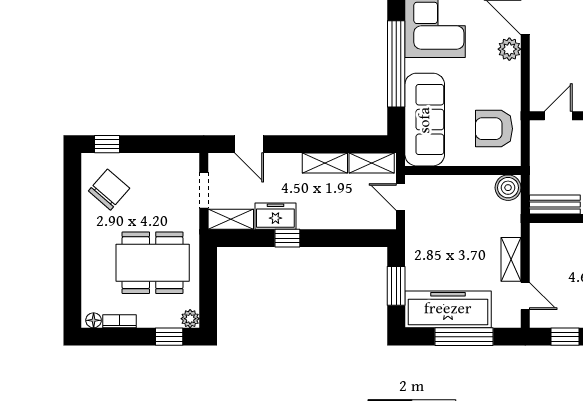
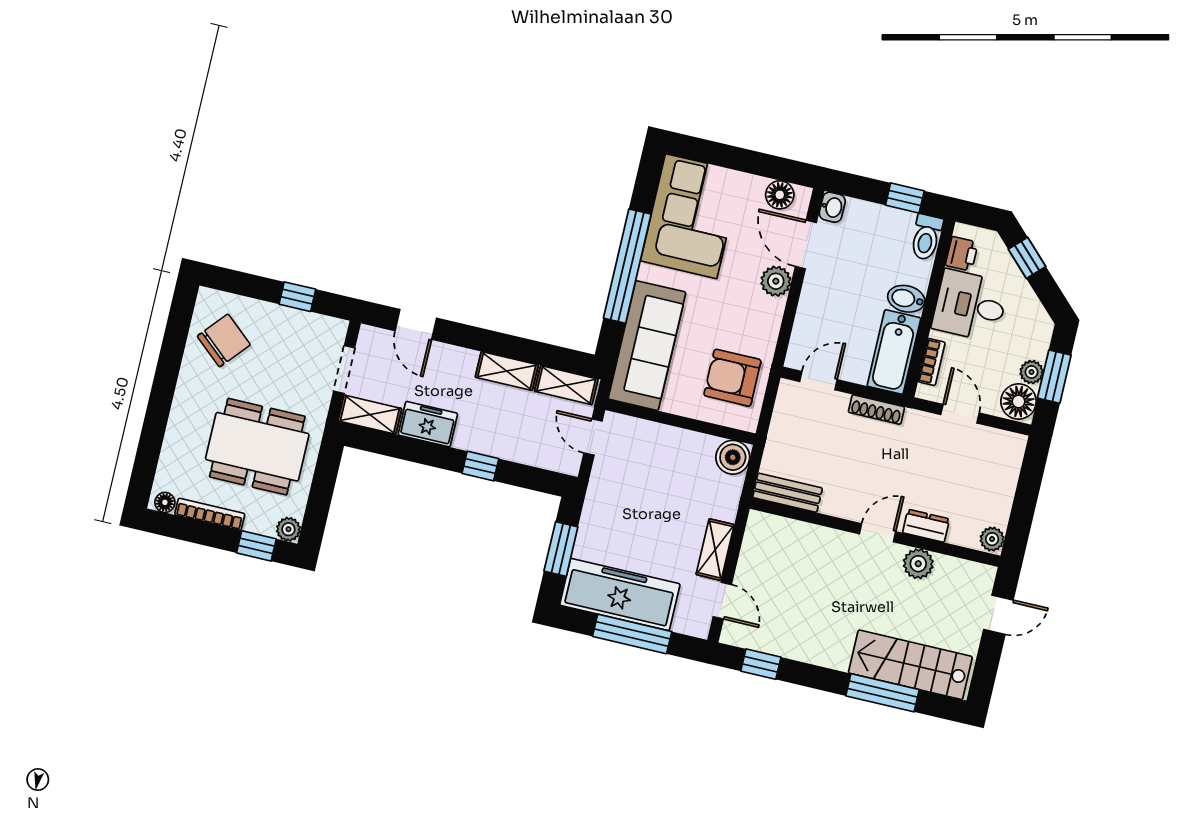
window: (107, 144) -> (297, 297), moved
window: (287, 238) -> (480, 466), moved
bookcase: (120, 321) -> (210, 514), width x1.56

